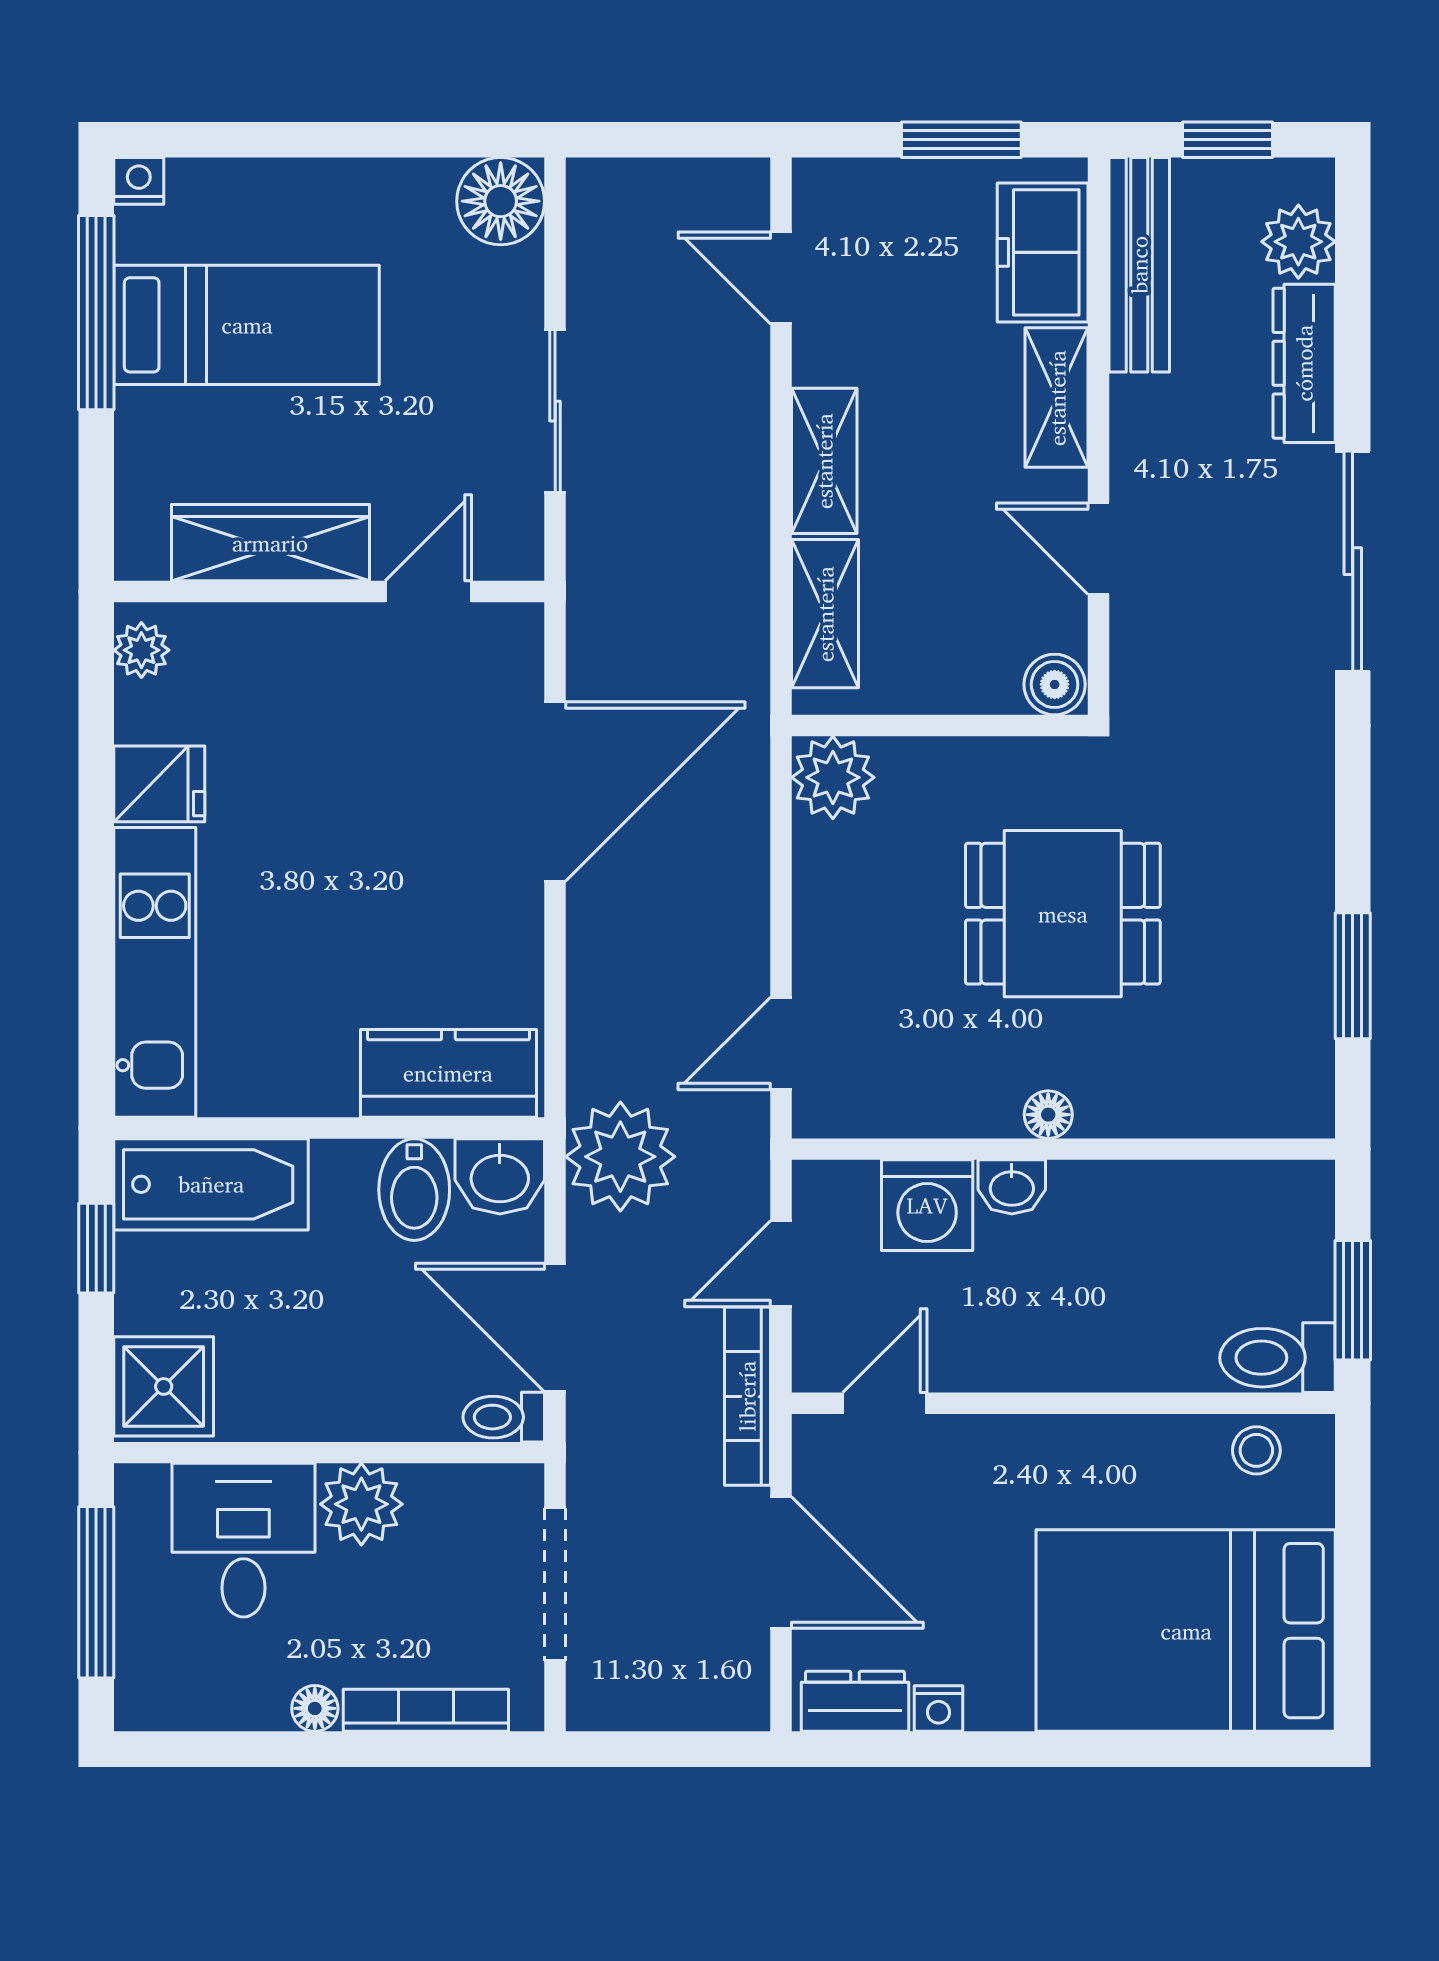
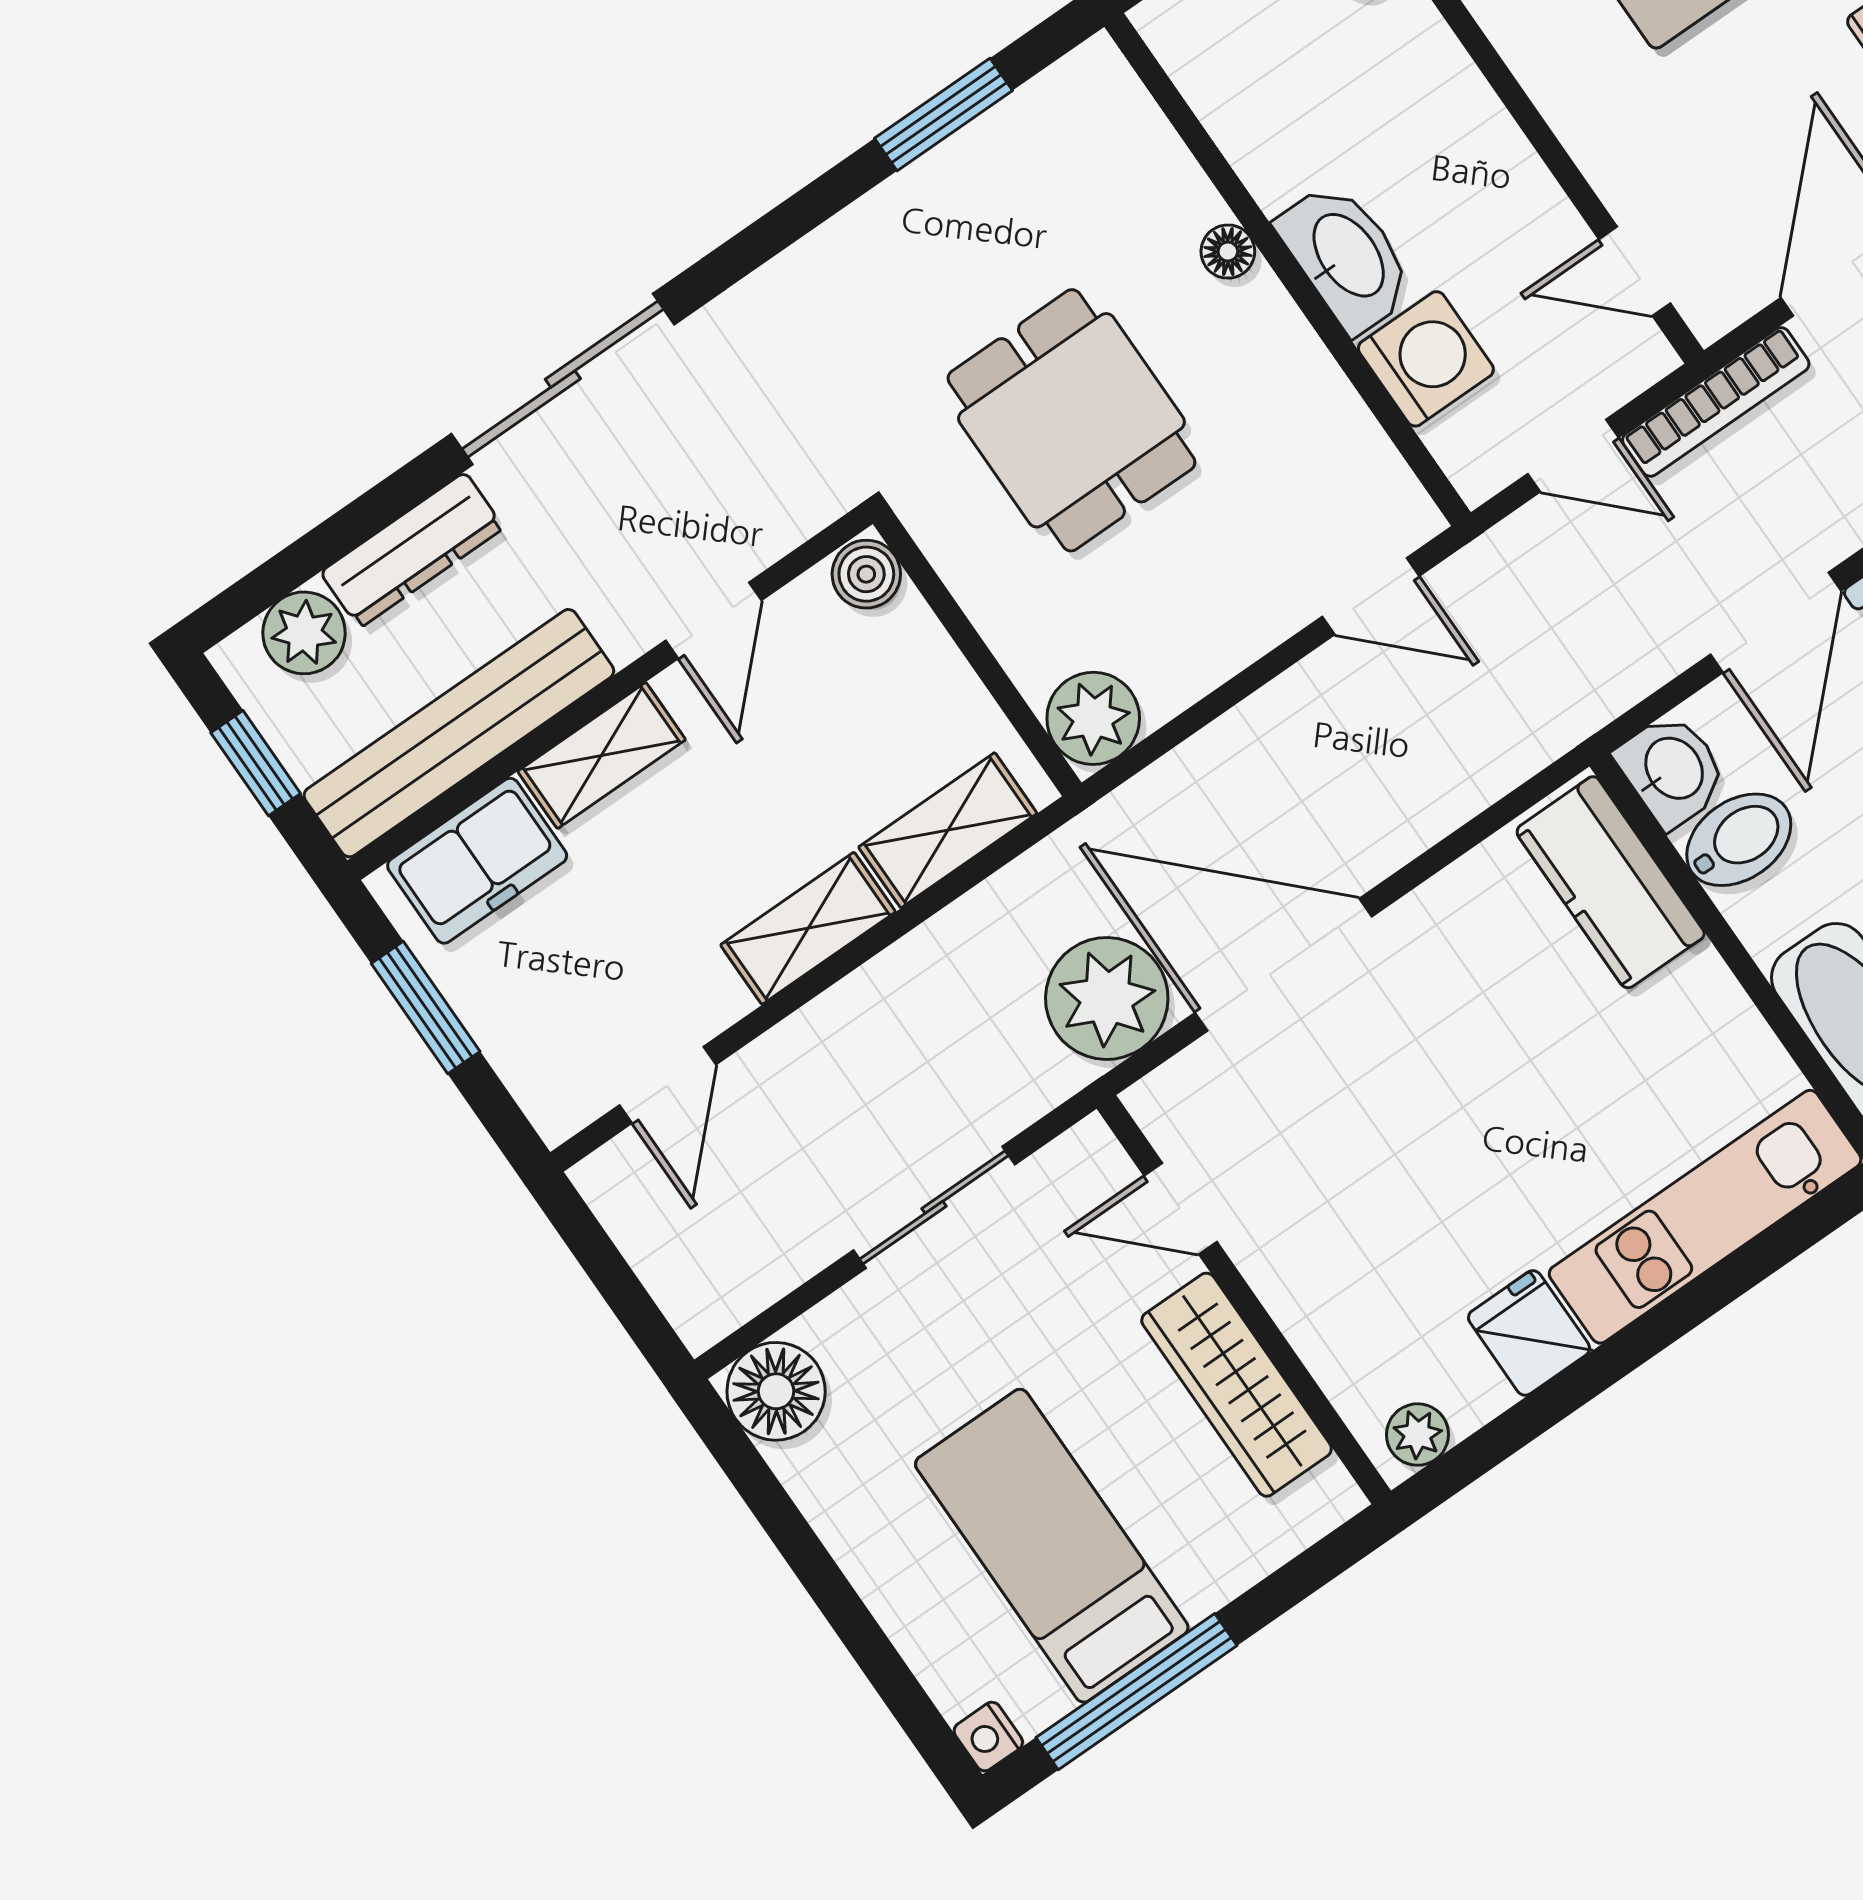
bench: (1139, 265) -> (459, 733), width x1.37, depth x1.21
floor lamp: (1048, 1115) -> (1228, 252), moved
plant: (620, 1157) -> (1107, 998), moved
washbasin: (1012, 1187) -> (1346, 257), width x1.91, depth x1.45

